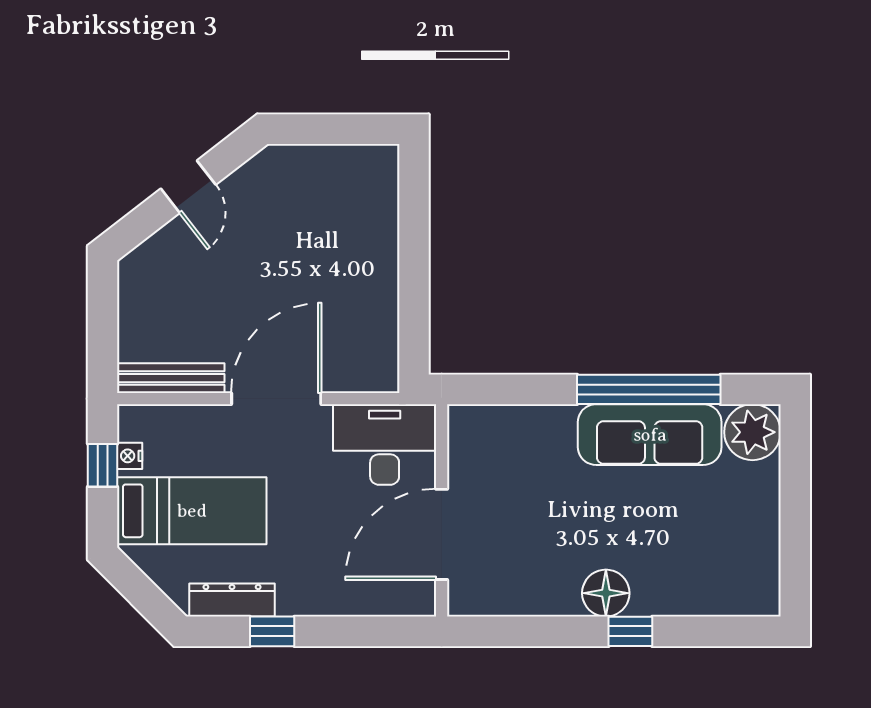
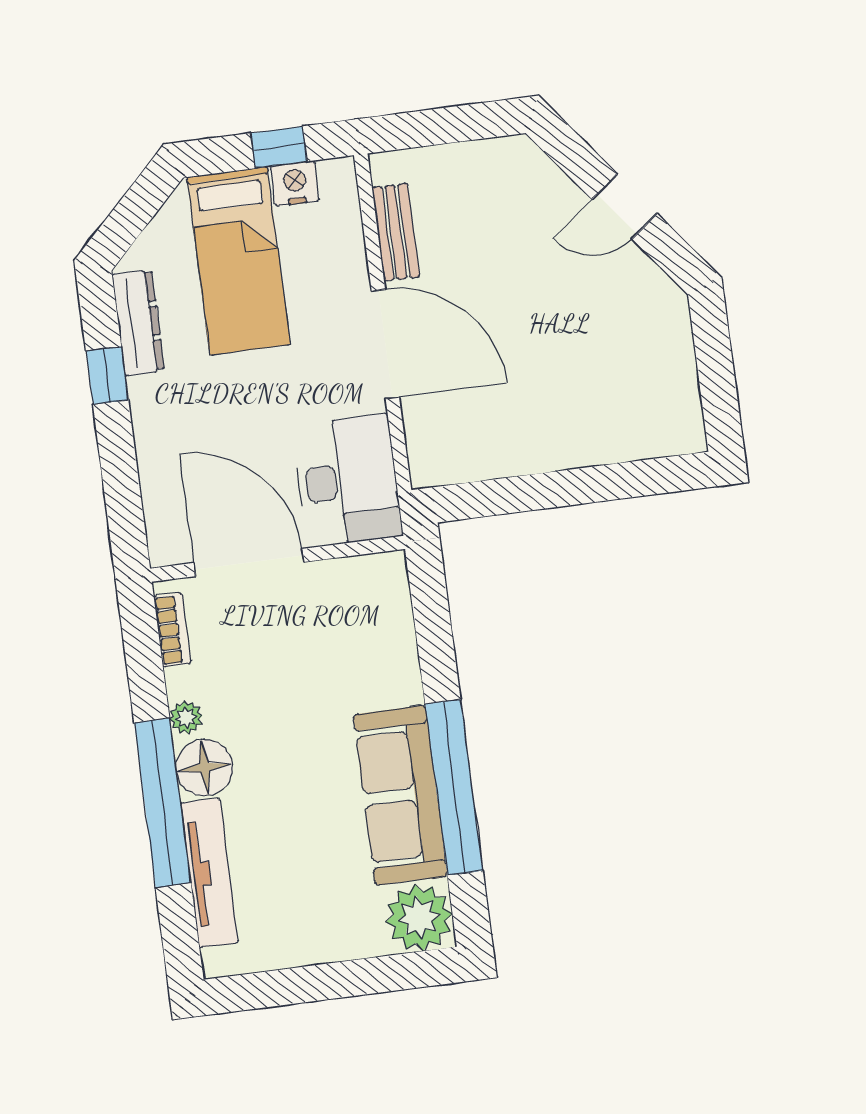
bench: (171, 378) -> (396, 232), width x0.73
nightstand: (130, 456) -> (295, 183), width x1.39, depth x1.35
tv unit: (693, 600) -> (209, 873), added
plant: (563, 603) -> (186, 718), added
bookcase: (489, 605) -> (172, 630), added
window: (630, 631) -> (163, 803), width x3.17

